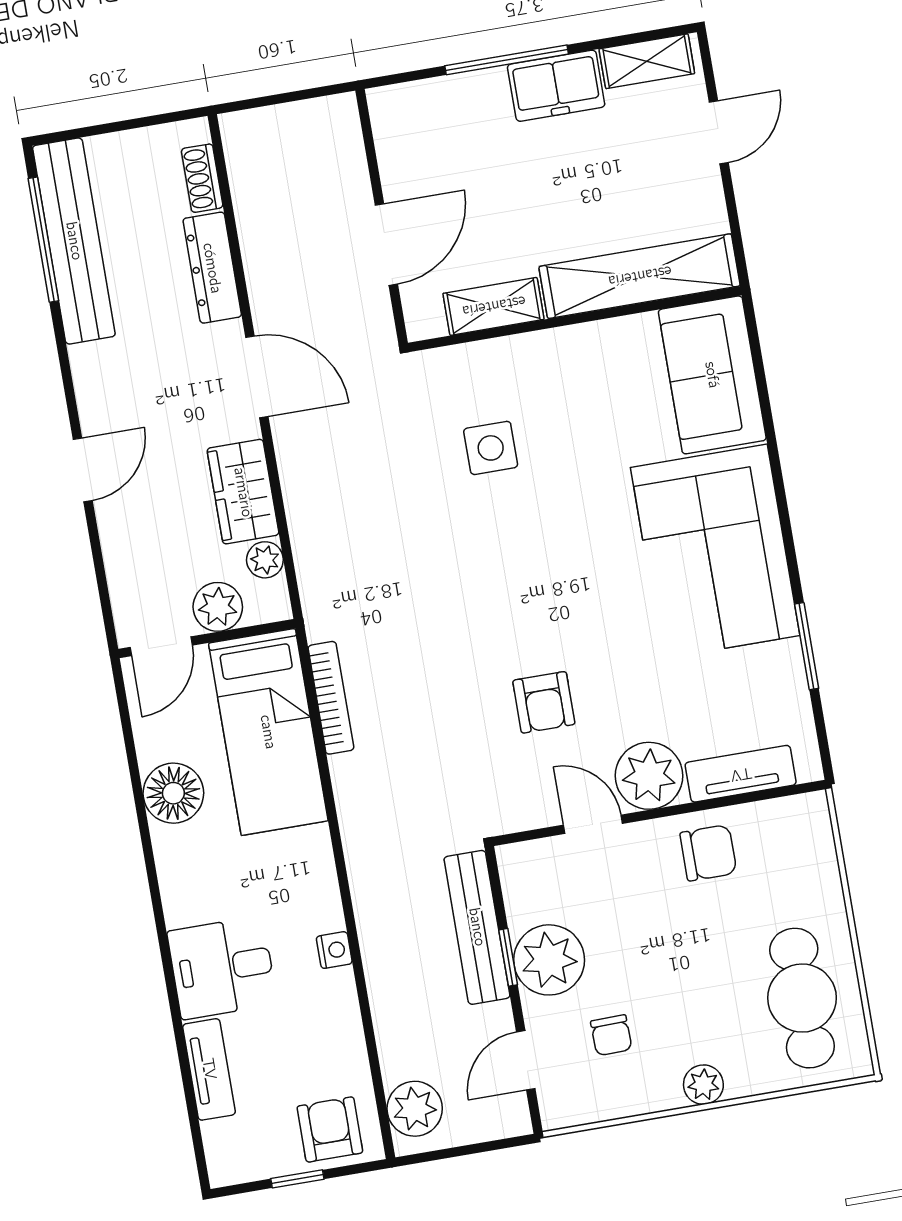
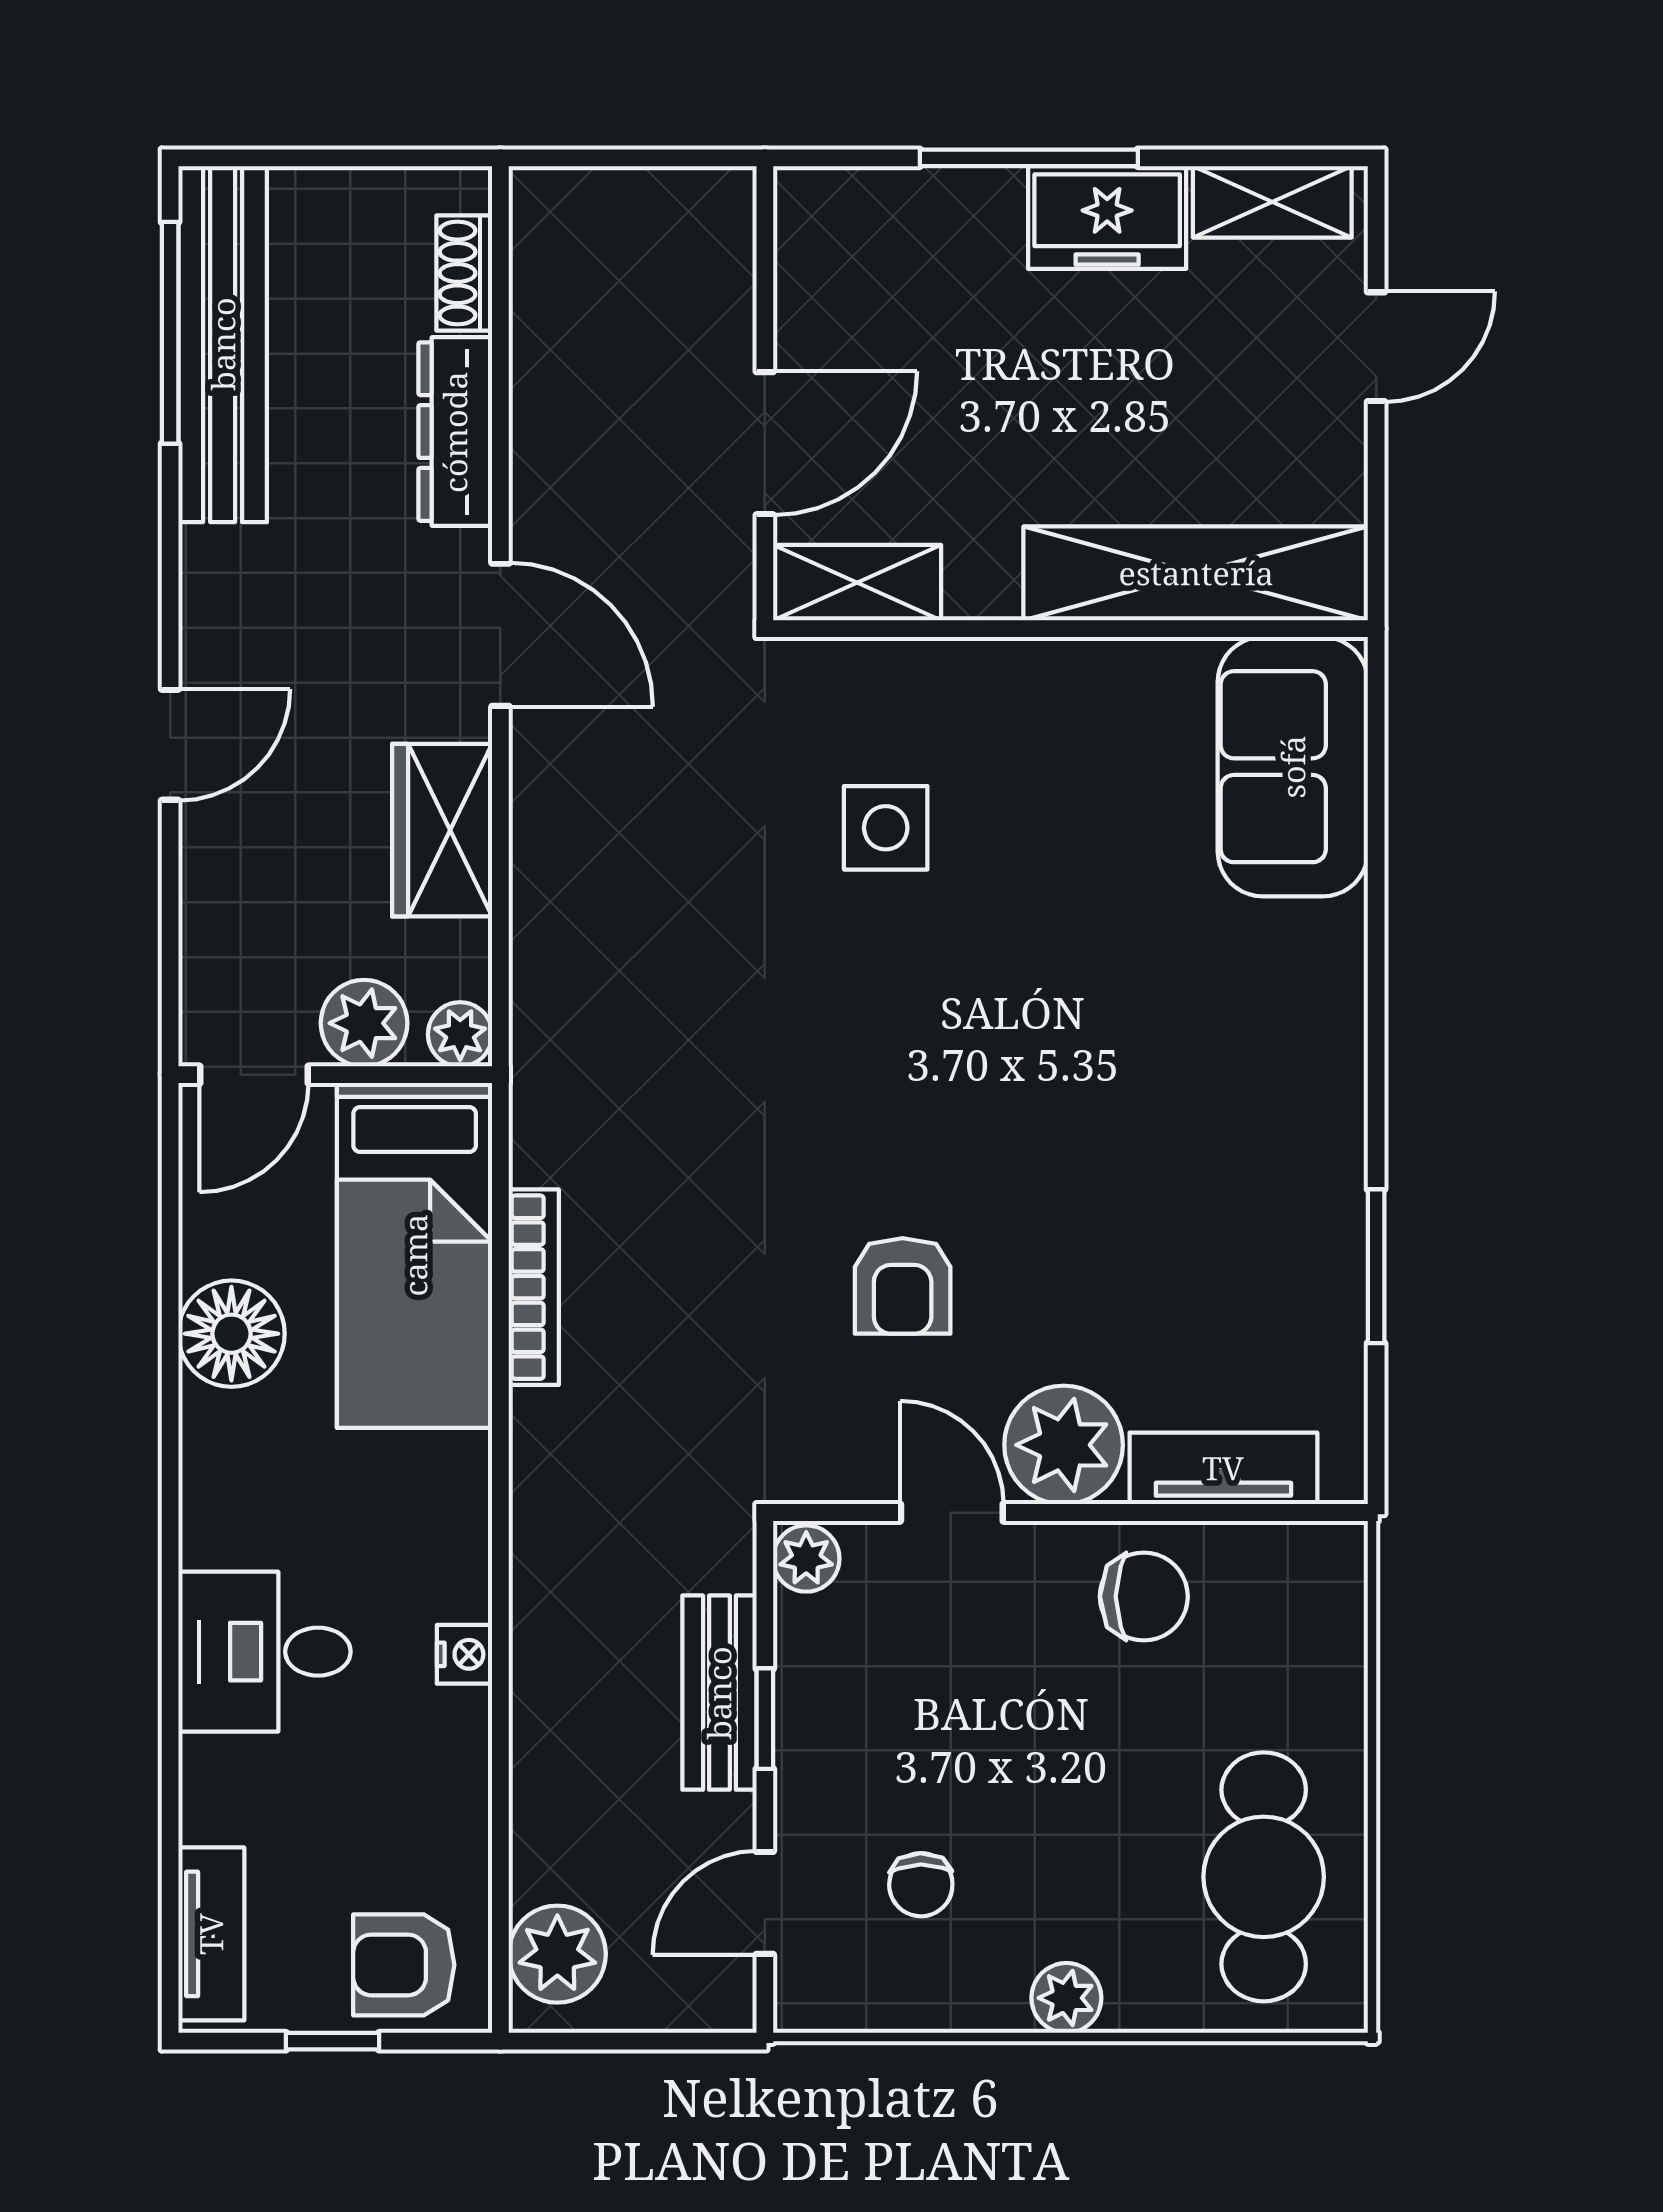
shelving: (494, 306) -> (857, 583), moved
corner sofa: (715, 551) -> (1245, 1074), removed
plant: (265, 560) -> (460, 1034), moved
bookcase: (331, 698) -> (534, 1287), moved
bench: (477, 927) -> (719, 1693), width x0.73
plant: (549, 960) -> (806, 1559), moved, width x0.53, depth x0.53
tv unit: (209, 1069) -> (211, 1934), moved
armchair: (330, 1129) -> (404, 1965), turned -90

